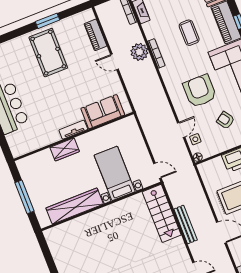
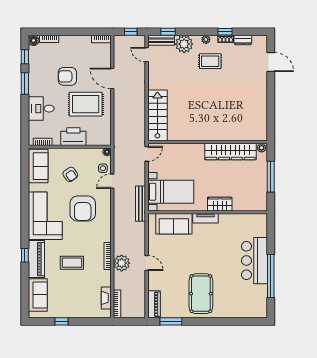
window: (48, 21) -> (171, 321), moved
coffee table: (189, 33) -> (72, 263), turned 90
piano: (95, 35) -> (154, 304), moved
door: (157, 171) -> (147, 154), swing flipped
bed with nightstands: (115, 173) -> (171, 192), moved, turned -90
plant: (45, 222) -> (262, 148), added
bench: (186, 224) -> (141, 204), moved

